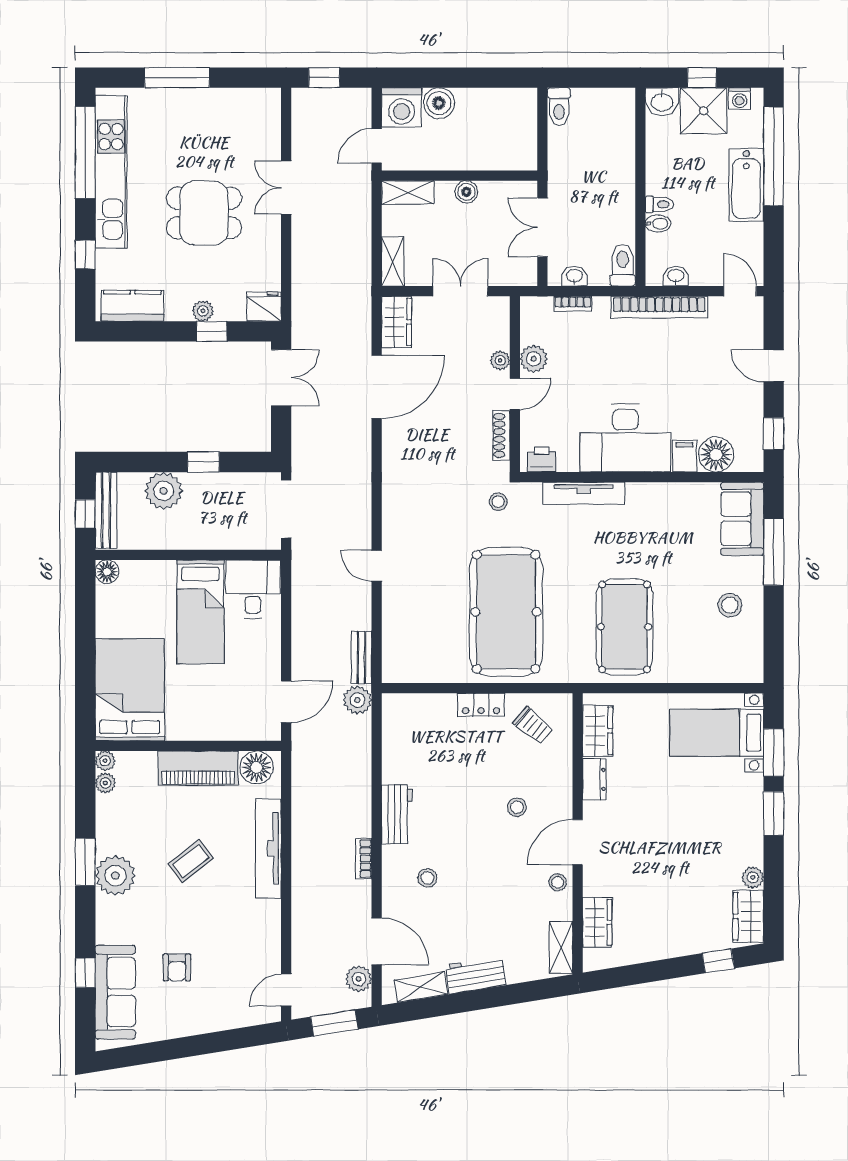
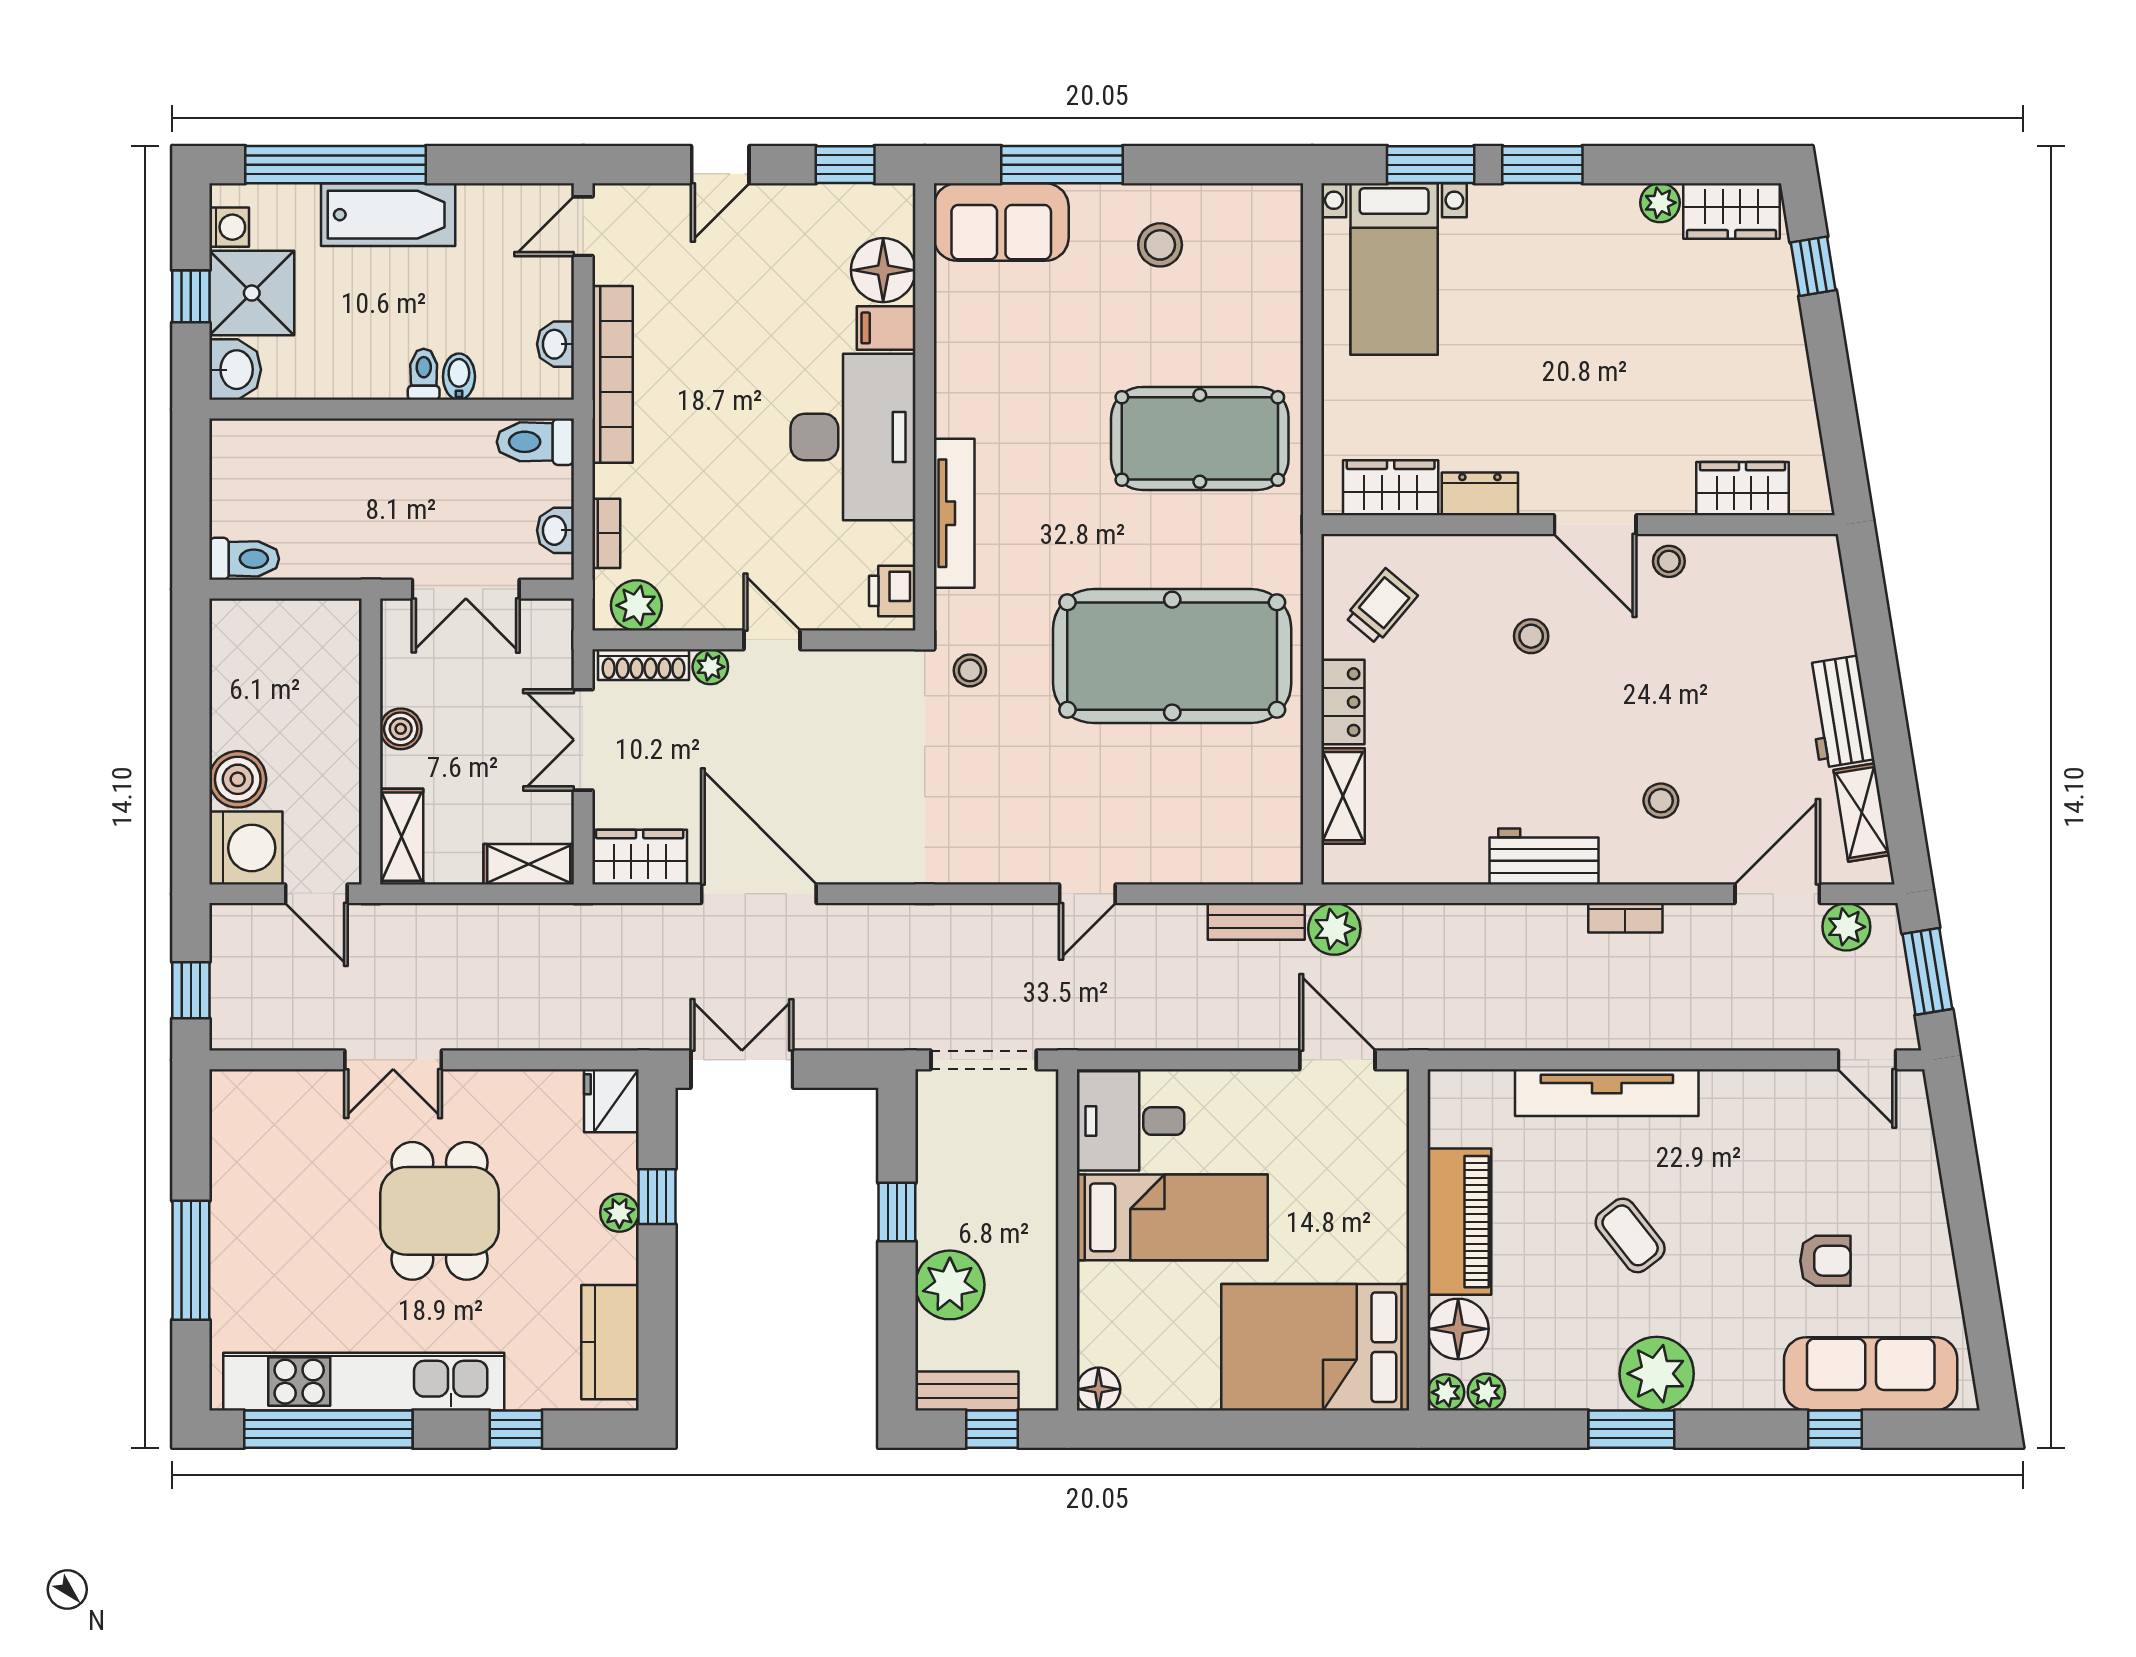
plant: (534, 359) -> (636, 605), moved
shoe rack: (501, 435) -> (644, 665), moved
bench: (106, 510) -> (967, 1391), width x0.73
floor lamp: (257, 767) -> (1458, 1329), moved
shelving: (561, 947) -> (1343, 796), moved, turned 90

